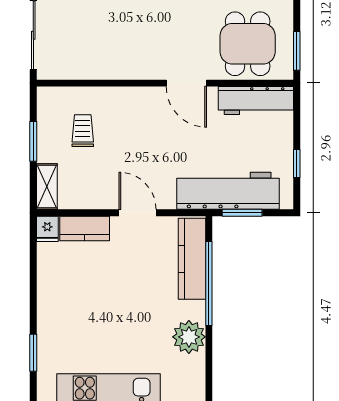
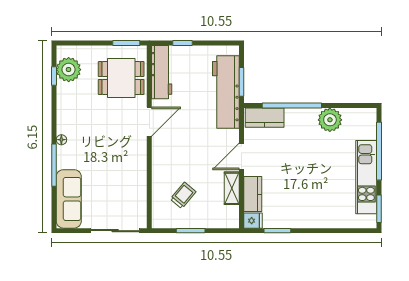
trolley: (83, 131) -> (183, 195), turned 130
window: (297, 164) -> (182, 43), moved
shelving: (47, 187) -> (232, 188), moved, turned 90
kitchen counter: (192, 259) -> (265, 118), width x0.67
window: (33, 353) -> (277, 231), moved

